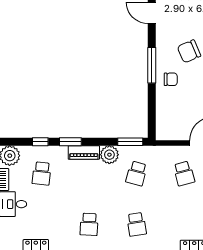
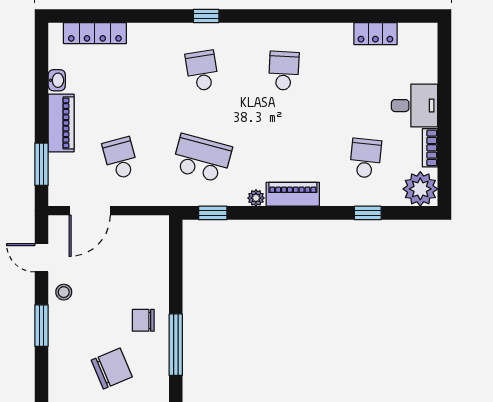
window: (70, 142) -> (316, 213), removed
window: (130, 142) -> (213, 213), width x0.67
plant: (109, 155) -> (256, 198), width x0.53, depth x0.53
school desk: (137, 173) -> (202, 158), width x1.85

